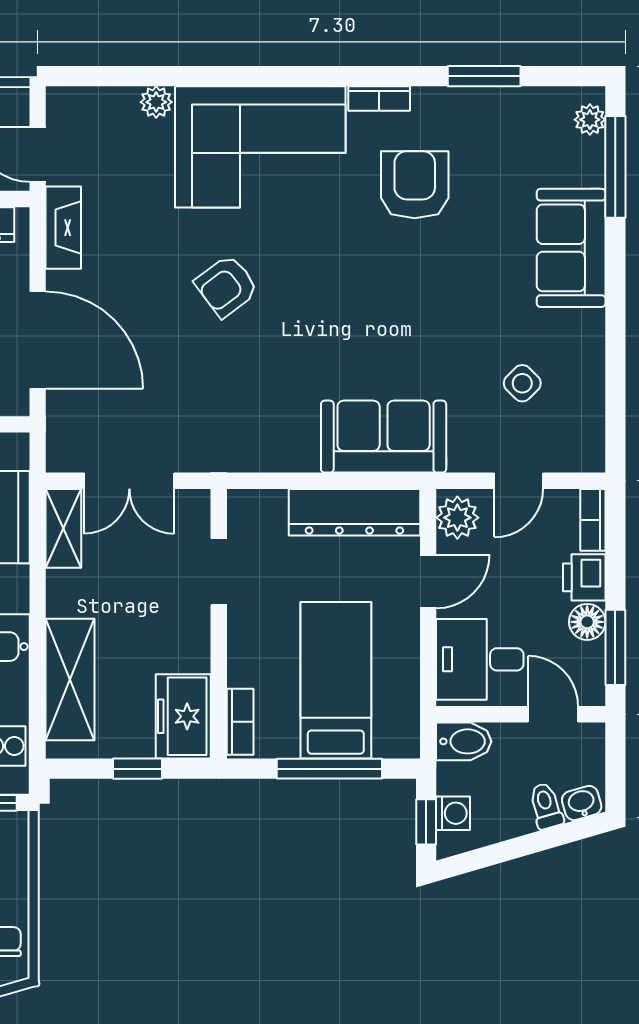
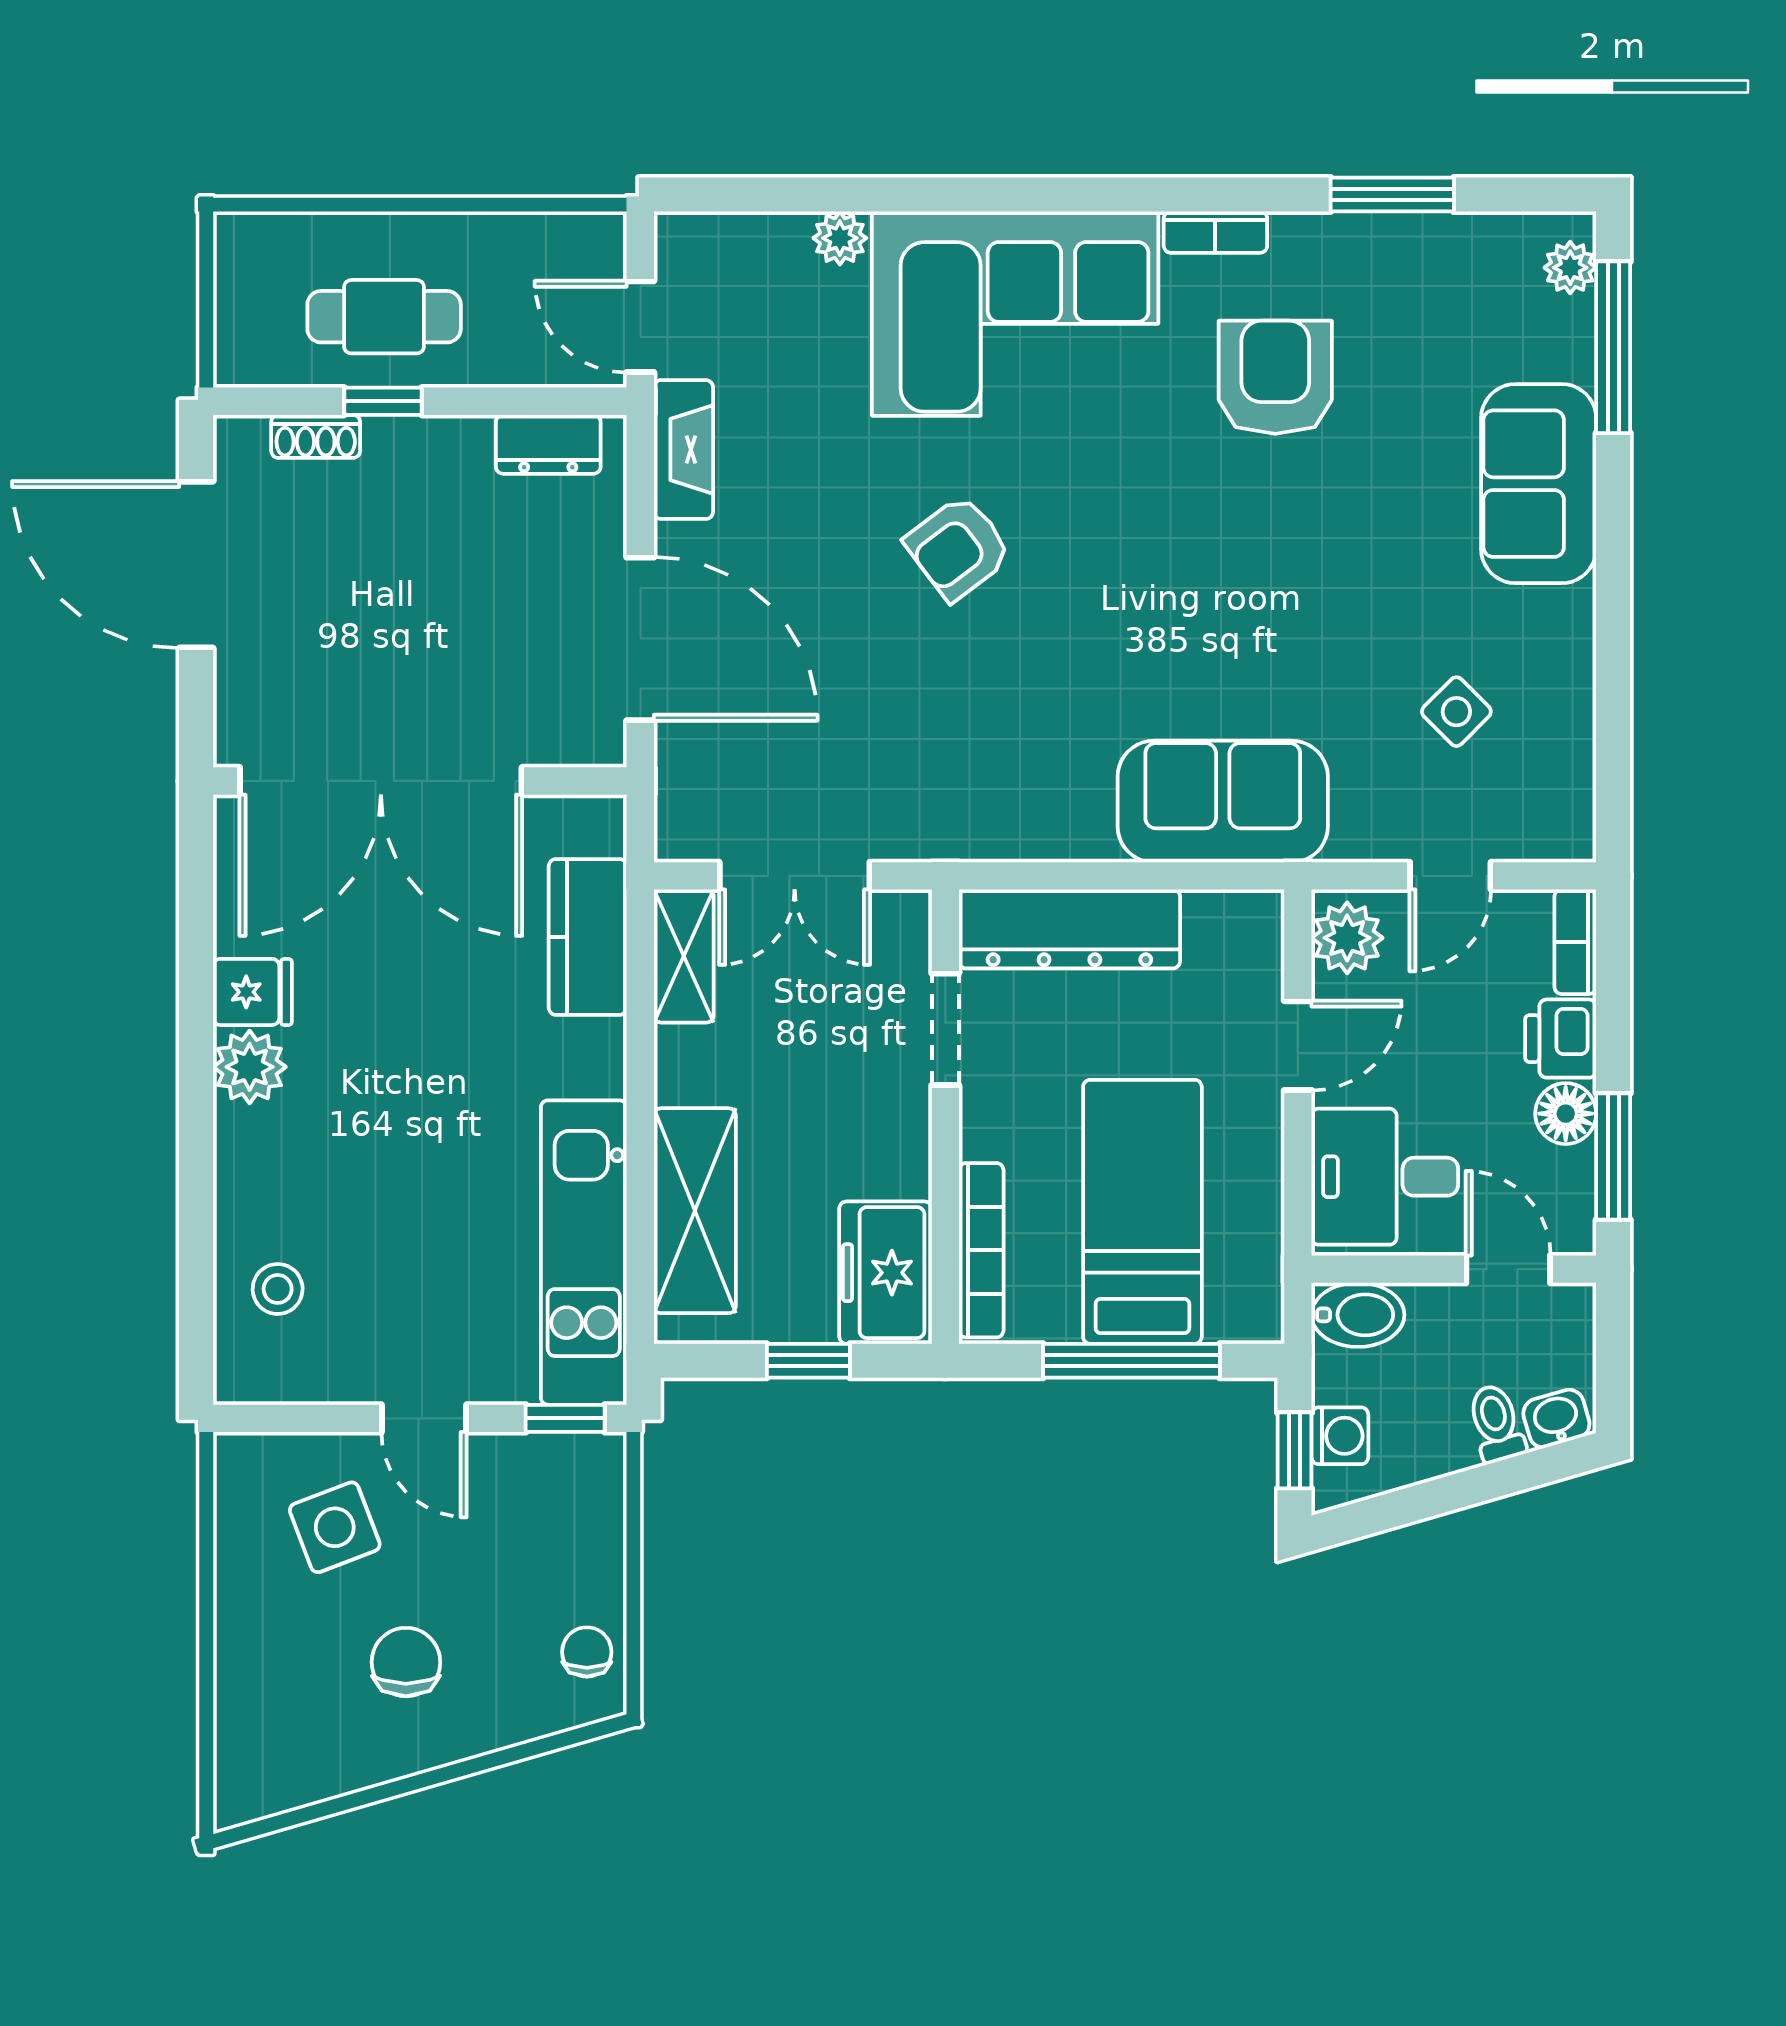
dresser: (354, 512) -> (1069, 929), moved
bookcase: (240, 722) -> (981, 1250), width x1.56

